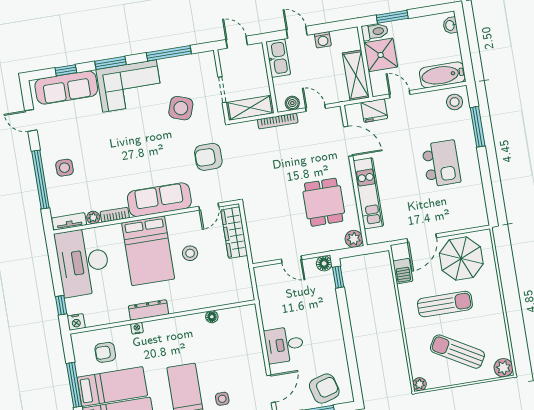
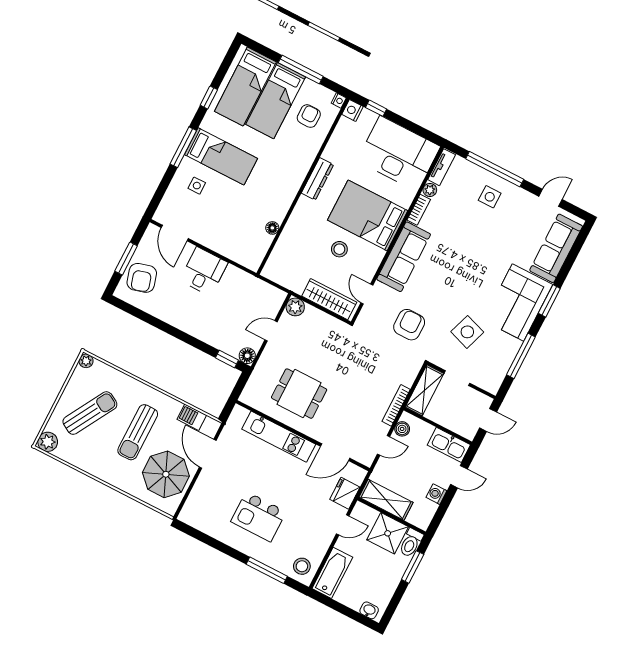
window: (66, 70) -> (571, 259), removed
plant: (354, 239) -> (295, 307), moved
nightstand: (137, 328) -> (339, 100), moved

